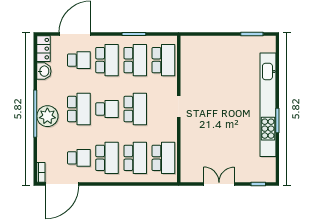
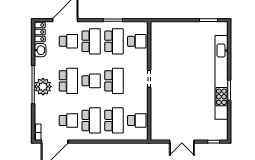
school desk: (163, 60) -> (137, 41), width x0.54
school desk: (163, 158) -> (137, 120), width x0.54
double door: (219, 184) -> (182, 142), swing flipped

